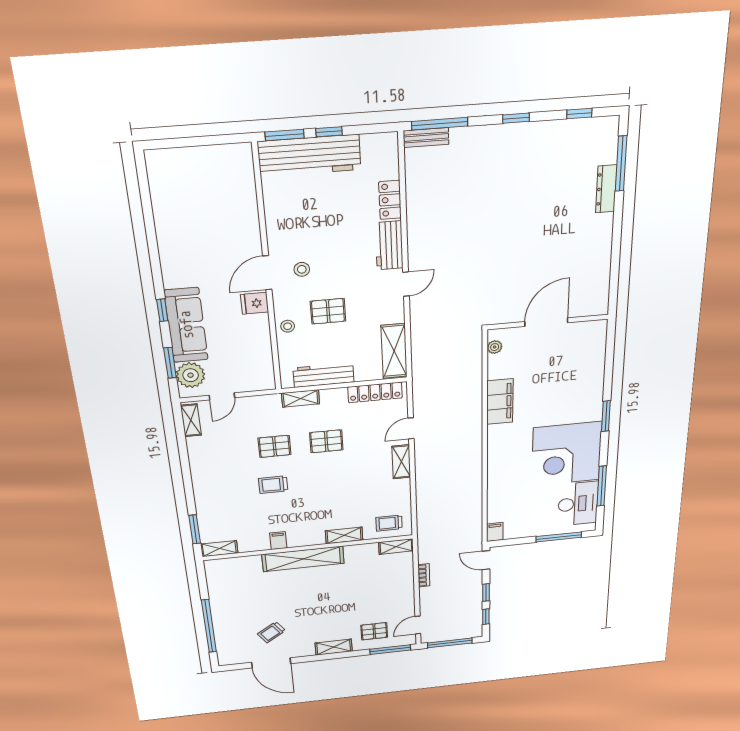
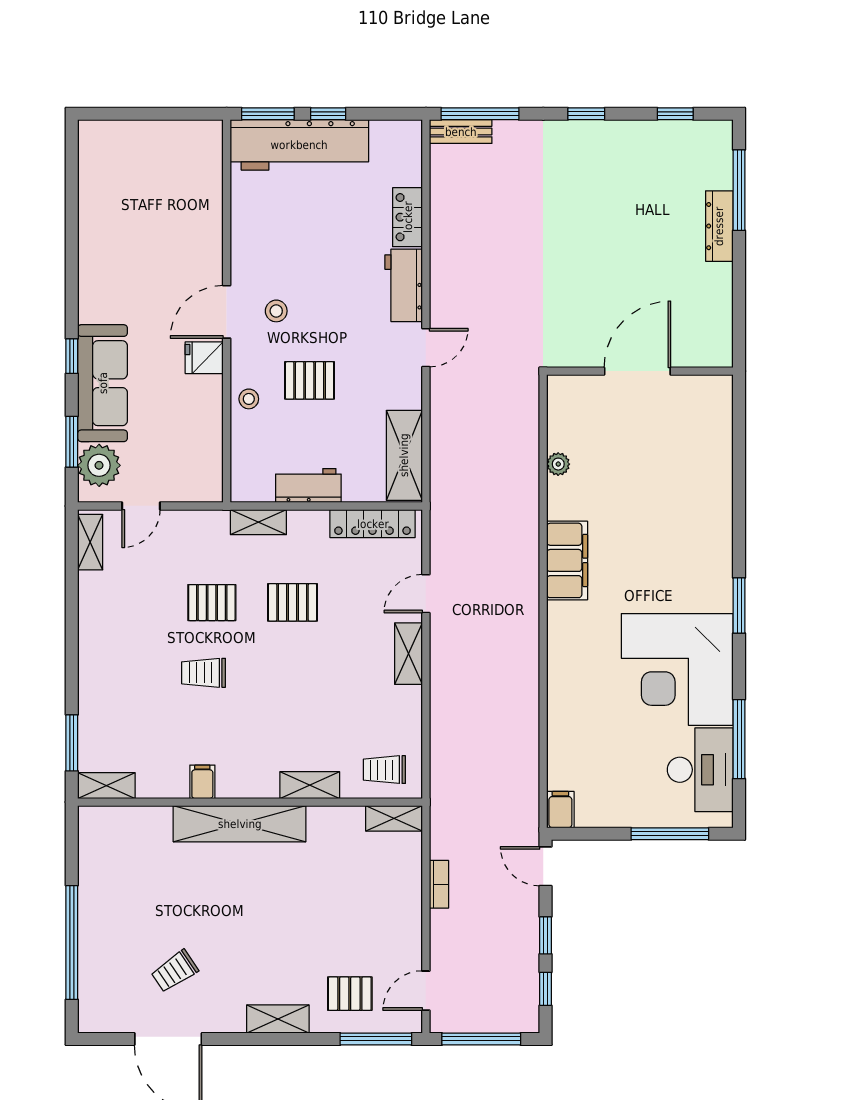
door: (546, 322) -> (637, 371), moved
wall: (548, 322) -> (640, 371), moved
workbench: (324, 375) -> (308, 486), width x0.73

